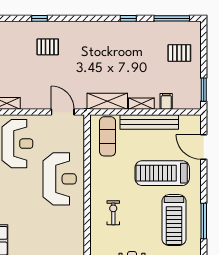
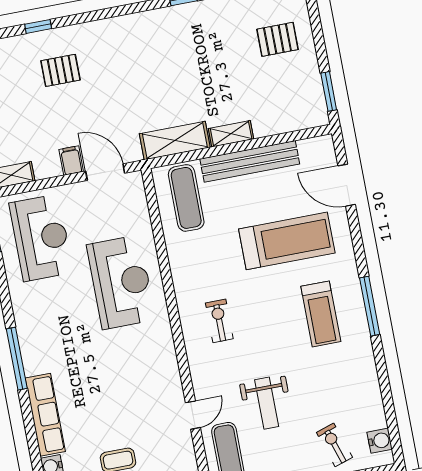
filing cabinet: (166, 101) -> (71, 160), moved
treadmill: (162, 173) -> (287, 241), turned 180
treadmill: (174, 220) -> (321, 314), width x0.73, depth x0.73

